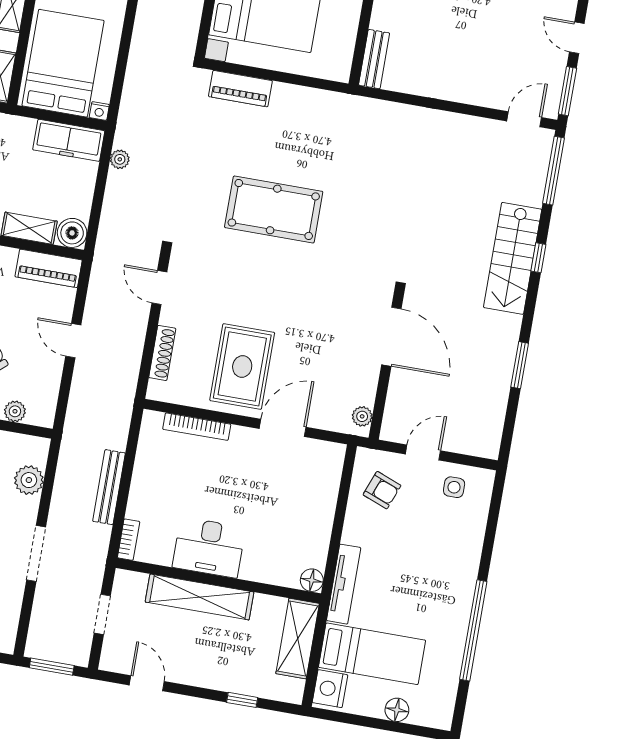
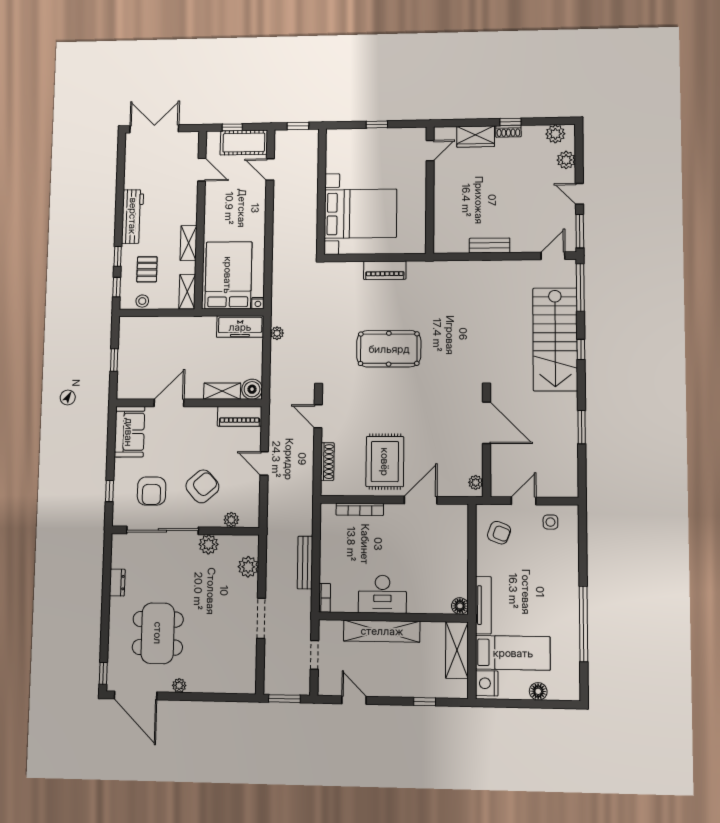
bench: (374, 59) -> (490, 245), moved, turned 90
piano: (240, 89) -> (385, 270), moved
stairs: (513, 258) -> (555, 339), width x1.36, depth x1.51

